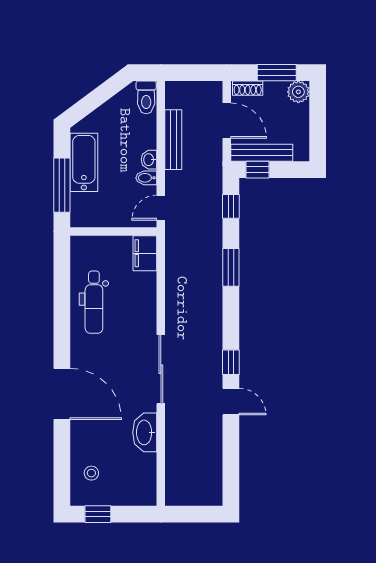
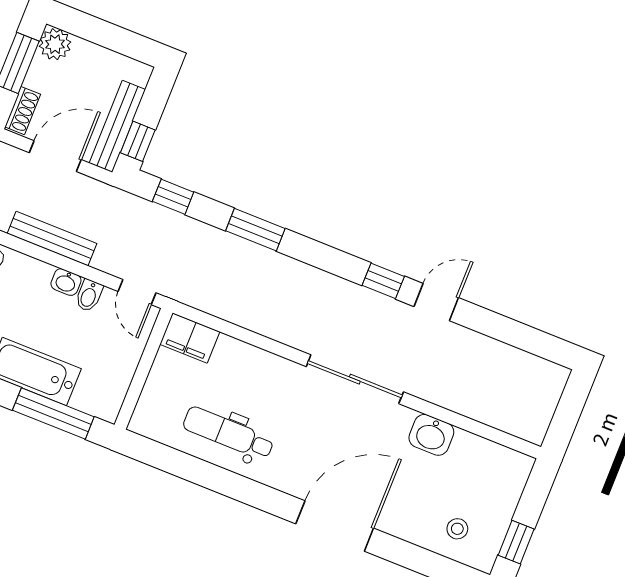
dental chair: (94, 302) -> (228, 433), turned 180
washbasin: (145, 432) -> (431, 435), width x0.72

